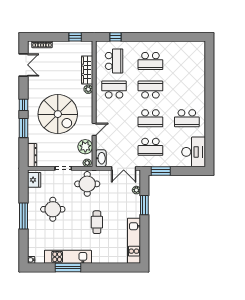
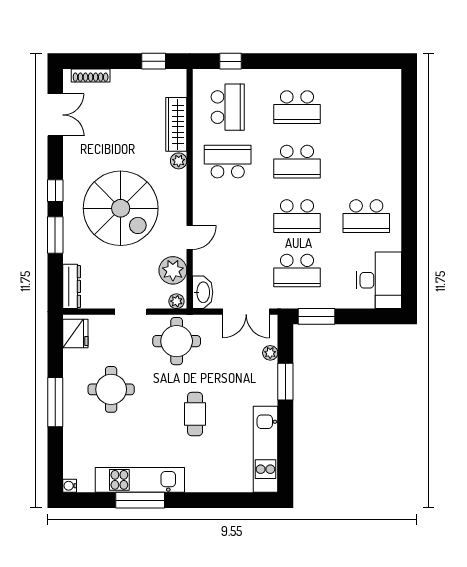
school desk: (150, 90) -> (297, 162), turned 180

